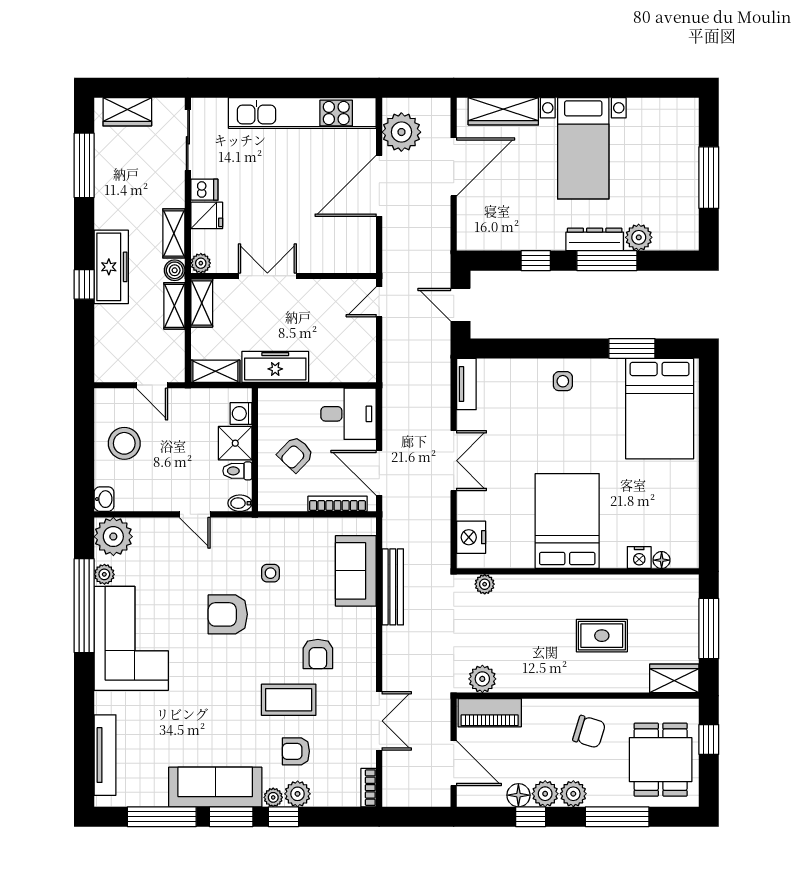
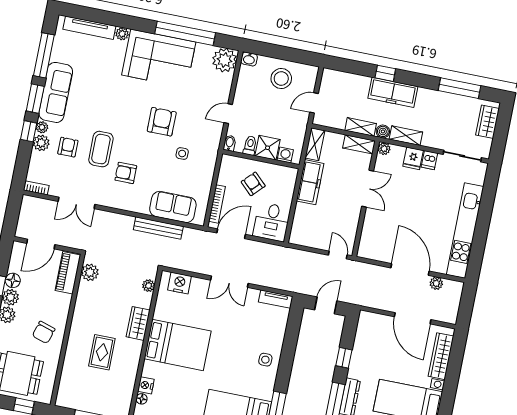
plant: (401, 132) -> (436, 283), width x0.53, depth x0.53
plant: (104, 574) -> (122, 34), moved
wardrobe: (674, 678) -> (138, 323), moved, turned 180

